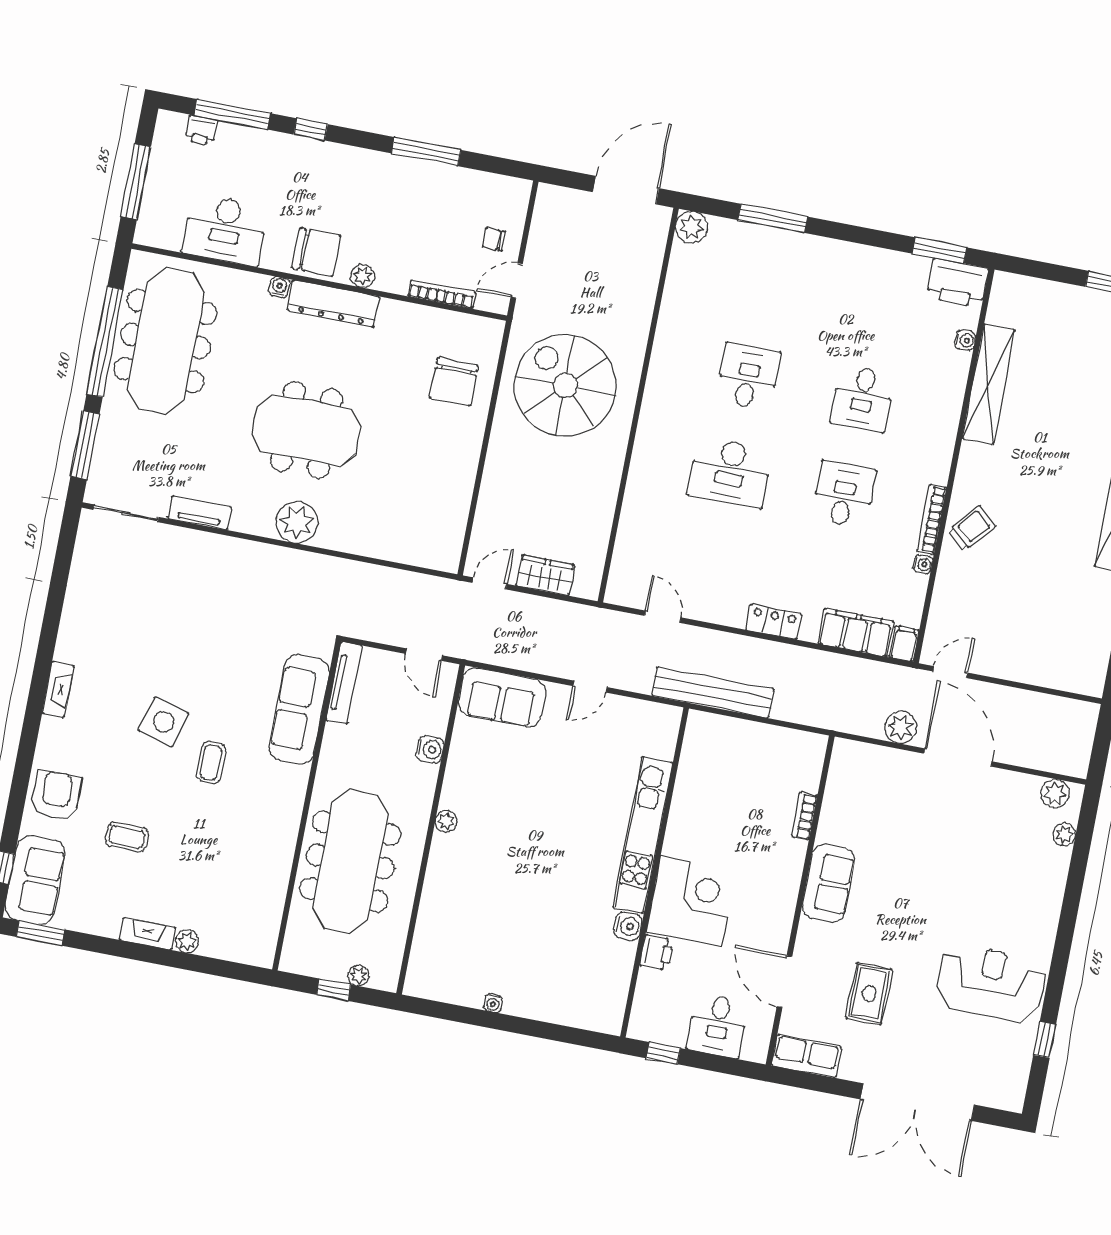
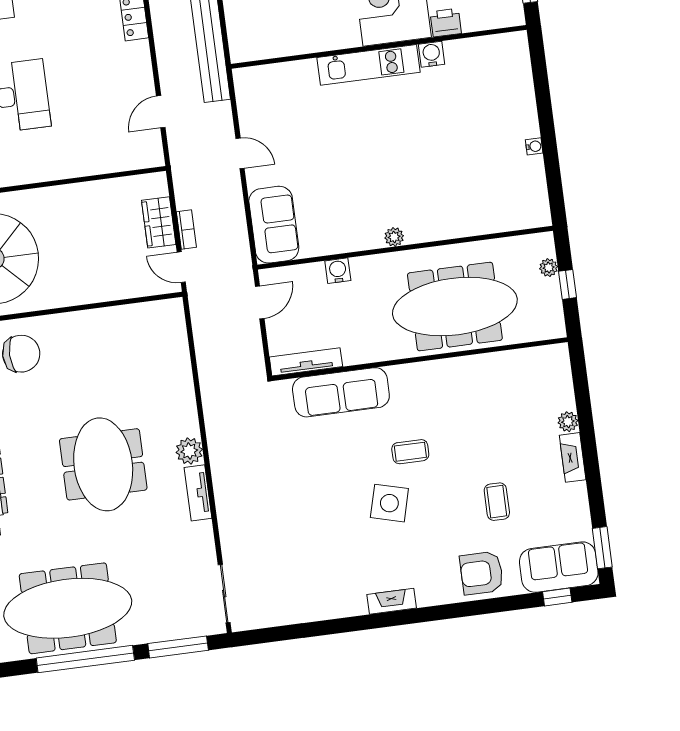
tv unit: (200, 513) -> (198, 493), moved
plant: (297, 522) -> (189, 451), width x0.73, depth x0.73
bookcase: (528, 602) -> (186, 230), added
kitchen unit: (643, 835) -> (368, 65), width x0.73

